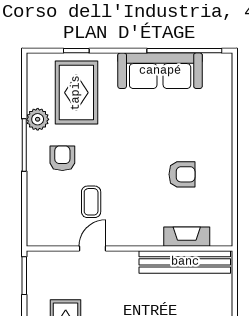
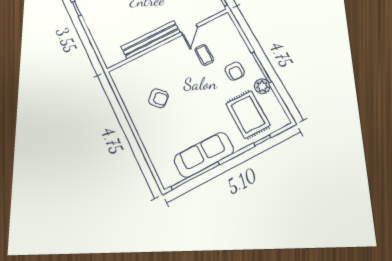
armchair: (182, 174) -> (158, 98), turned -133
fireplace: (187, 237) -> (138, 64), removed
bench: (185, 262) -> (151, 40), moved

